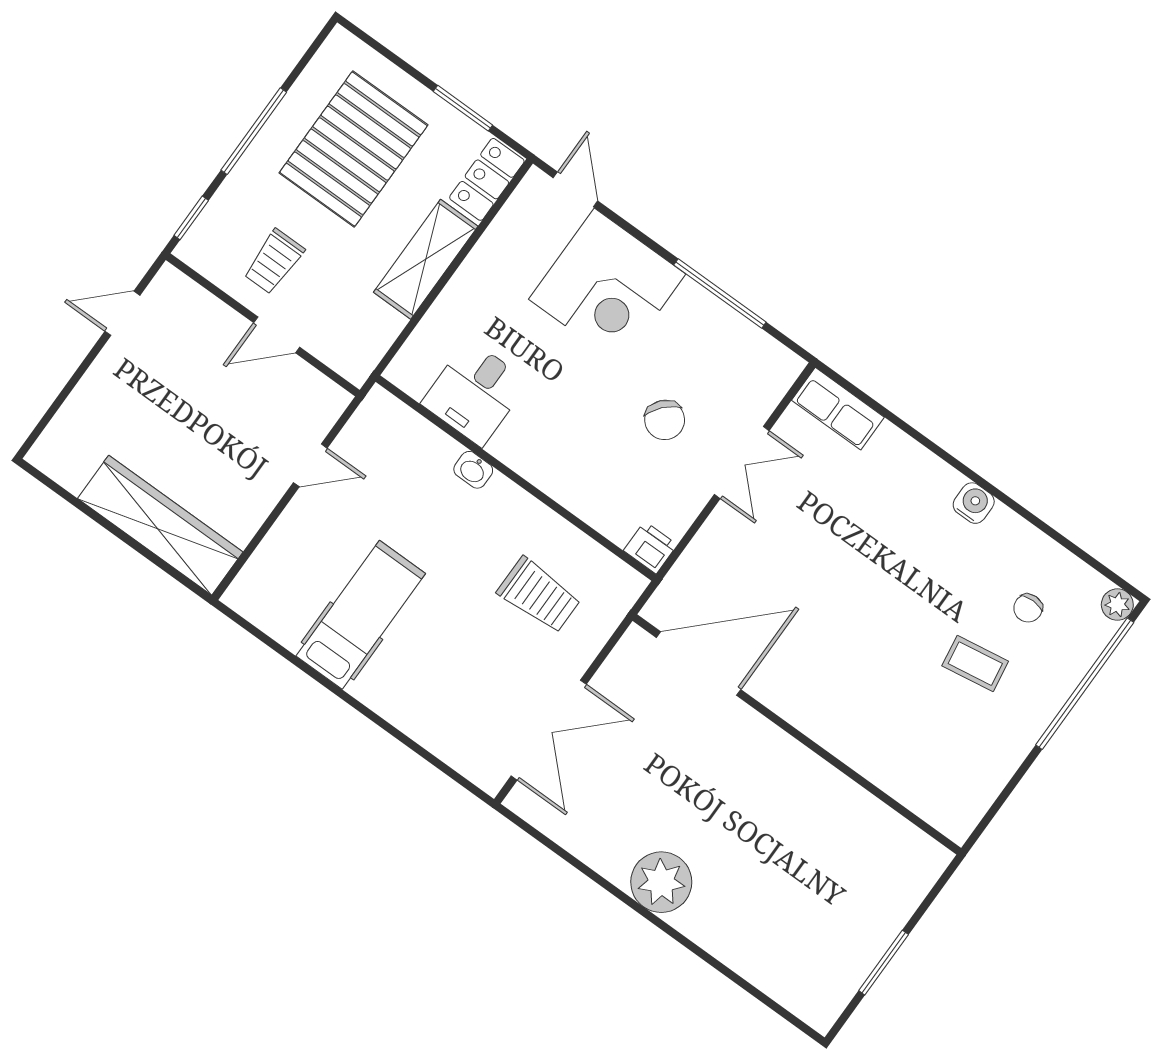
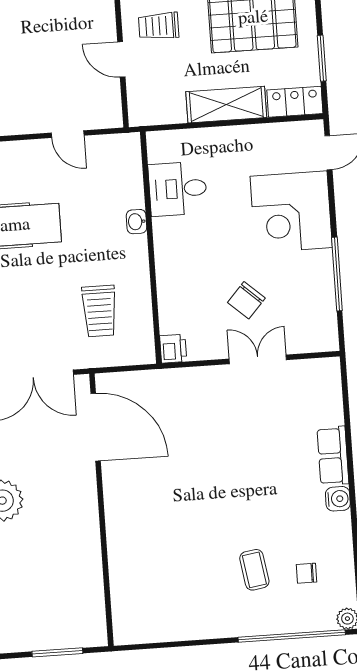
row of seats: (838, 409) -> (333, 456), moved
double door: (742, 462) -> (258, 359), swing flipped
door: (699, 664) -> (96, 427), moved
wall: (797, 734) -> (101, 510), moved

